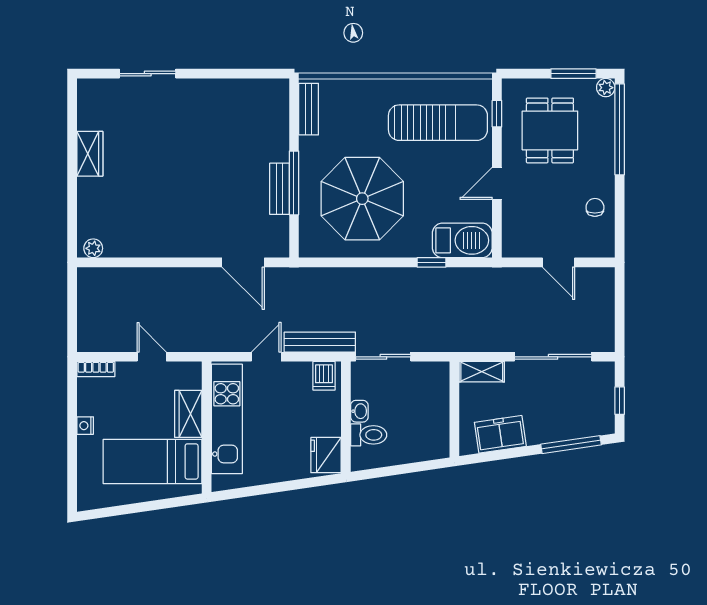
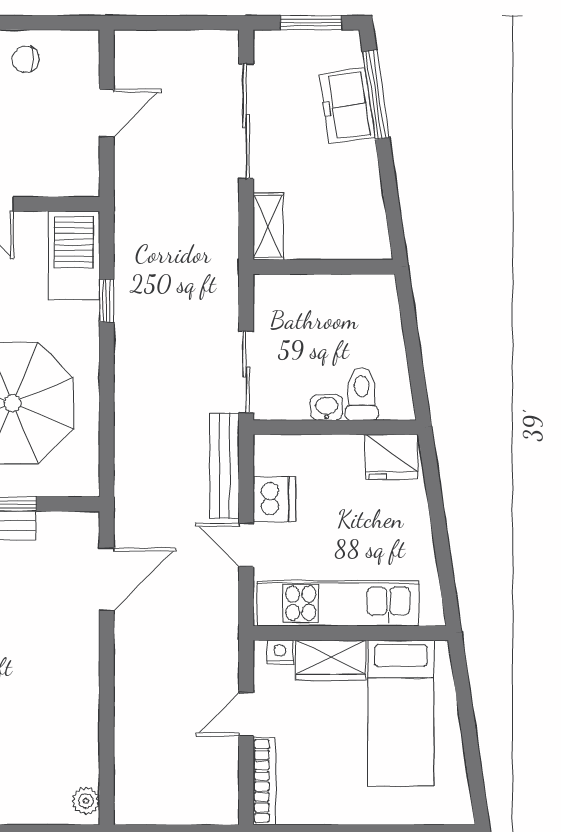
bookcase: (96, 369) -> (264, 781), width x1.56
dishwasher: (324, 376) -> (274, 499), moved, width x1.38
window: (620, 401) -> (311, 23), width x1.50
nightstand: (85, 426) -> (280, 652), moved, turned 180
freezer: (500, 434) -> (347, 106), moved

